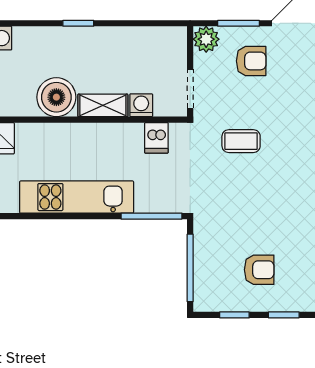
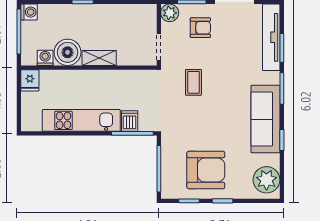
washing machine: (141, 105) -> (45, 58), moved
dishwasher: (156, 138) -> (130, 121), moved, turned 180
coffee table: (241, 141) -> (193, 82), turned 90
armchair: (259, 270) -> (206, 170), width x1.88, depth x1.88

